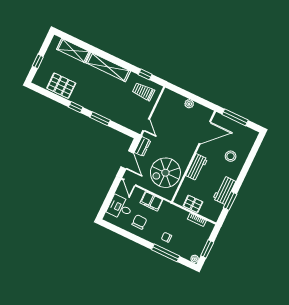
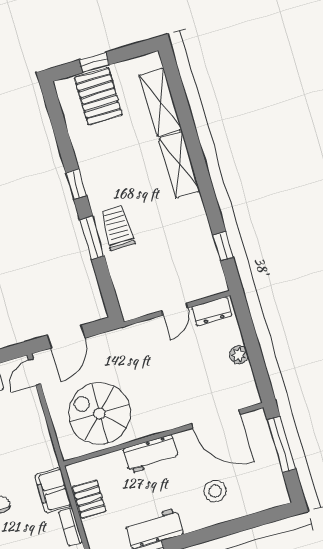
shelving: (108, 67) -> (179, 165), width x0.68
pallet: (61, 86) -> (98, 96), moved
trolley: (143, 92) -> (117, 228), moved
door: (146, 125) -> (175, 309), moved
dresser: (142, 147) -> (212, 311), moved
filing cabinet: (151, 201) -> (53, 490), moved

